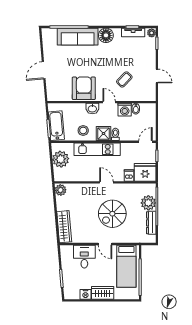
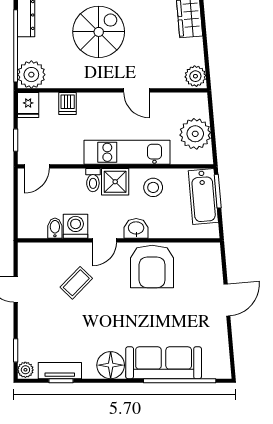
door: (109, 102) -> (105, 240), hinge flipped
fridge: (145, 172) -> (28, 105), width x0.53, depth x0.75
door: (106, 182) -> (136, 90), moved
plant: (148, 203) -> (31, 75), moved

